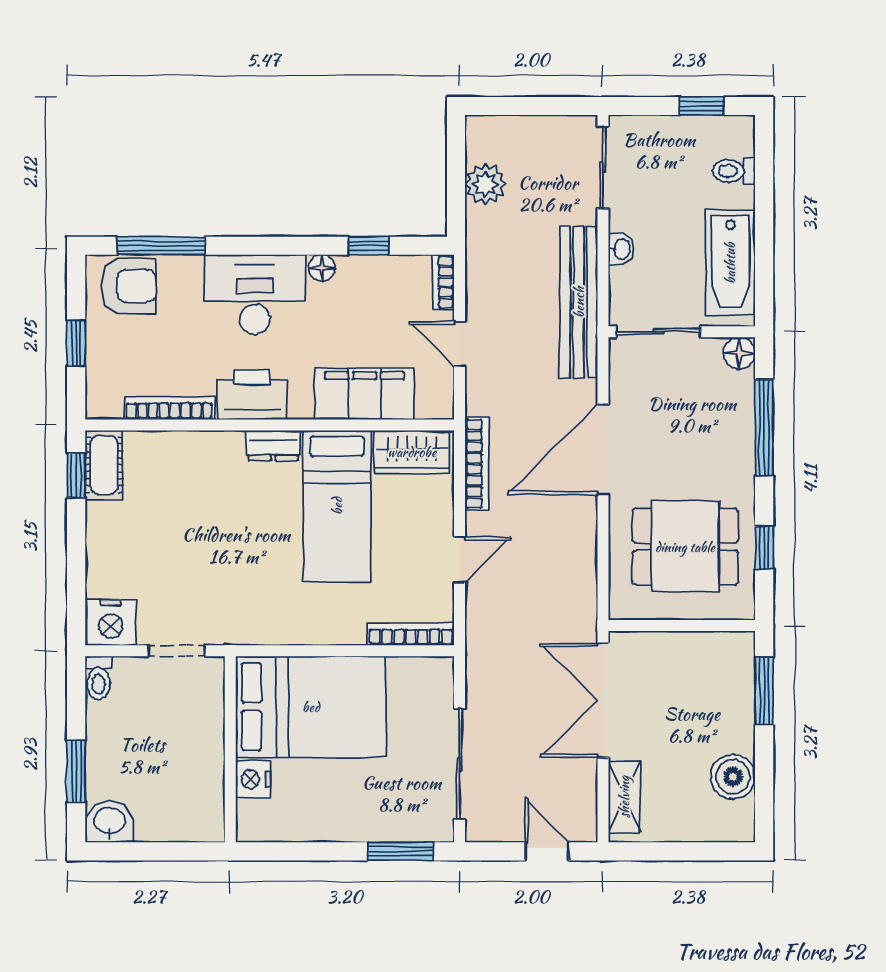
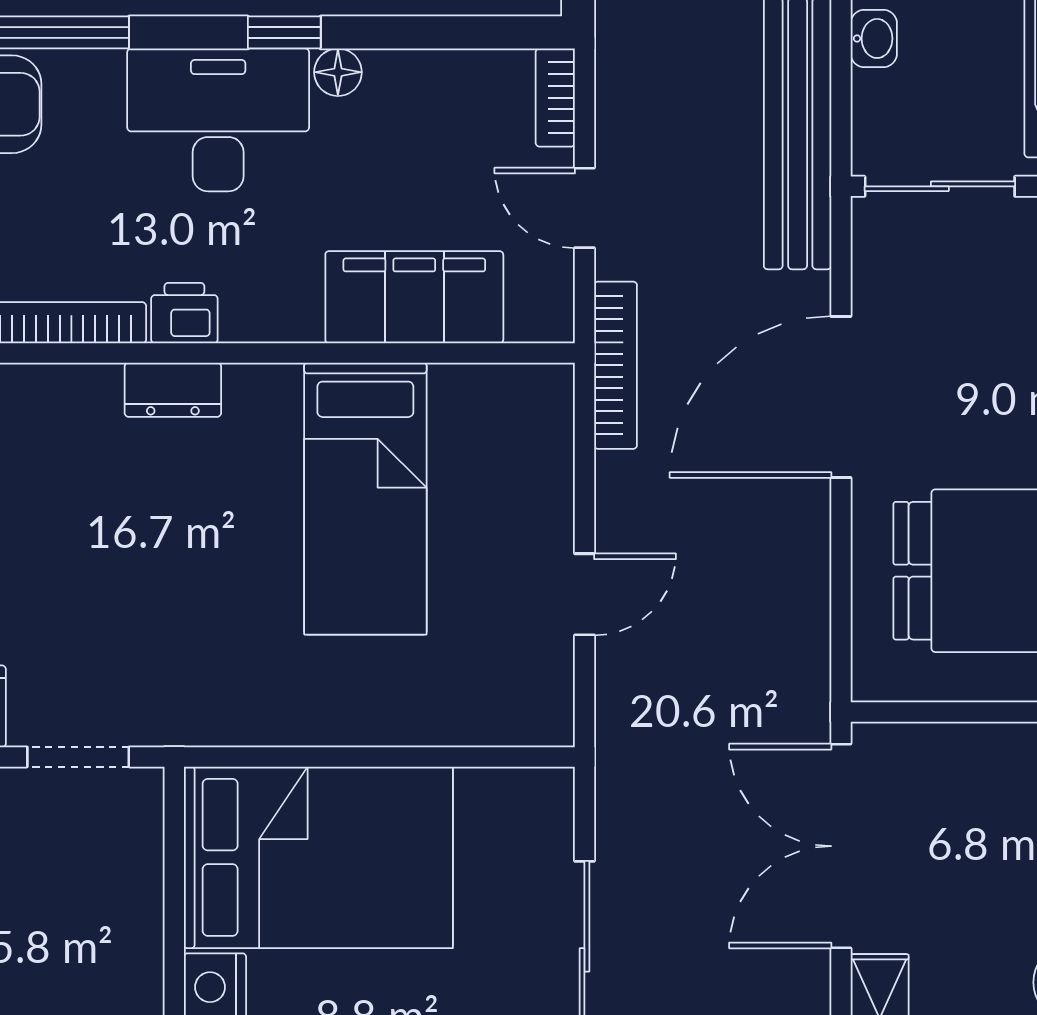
window: (369, 246) -> (284, 32), moved
printer: (252, 395) -> (184, 313), width x0.53, depth x0.68
dresser: (273, 445) -> (173, 390), moved
wardrobe: (412, 452) -> (499, 402), removed
bookcase: (477, 464) -> (616, 365), moved
bookcase: (411, 634) -> (497, 727), removed

